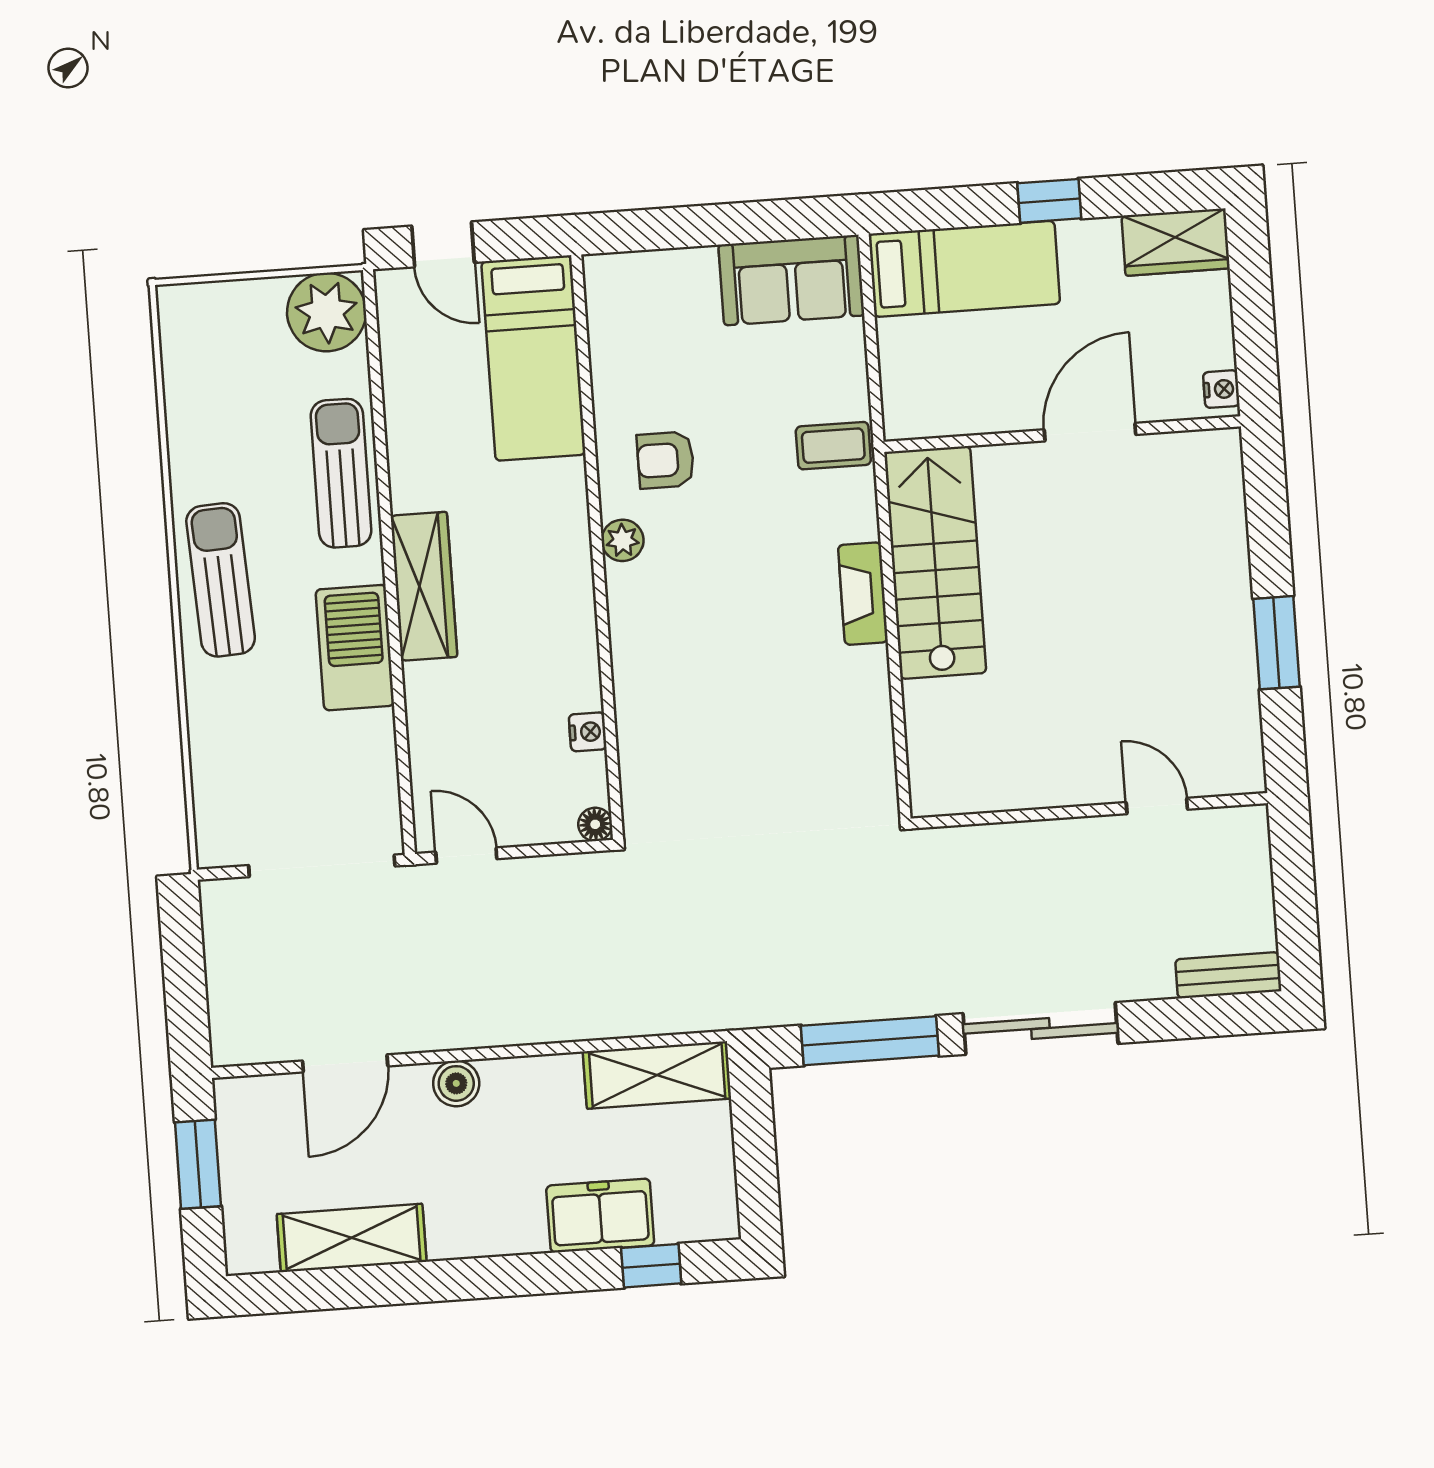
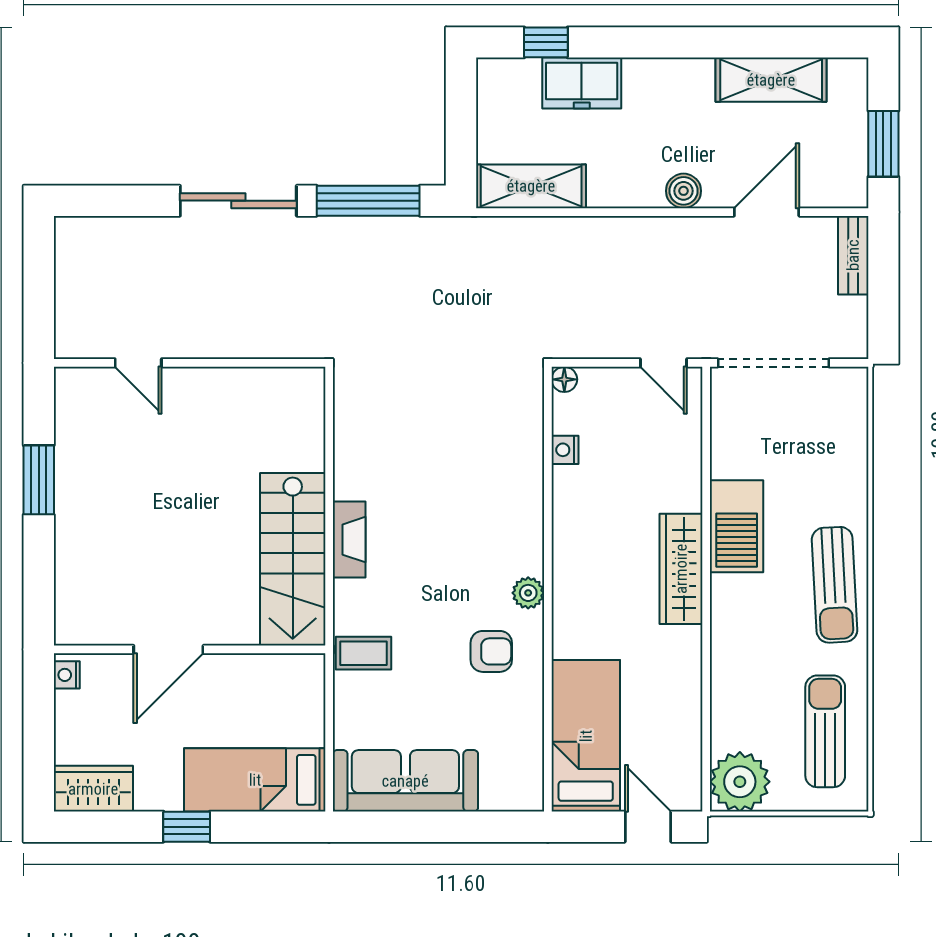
sofa: (791, 280) -> (405, 781), width x1.36
sun lounger: (341, 473) -> (825, 731), moved, turned 180
bench: (1228, 975) -> (853, 255), moved, turned 90

